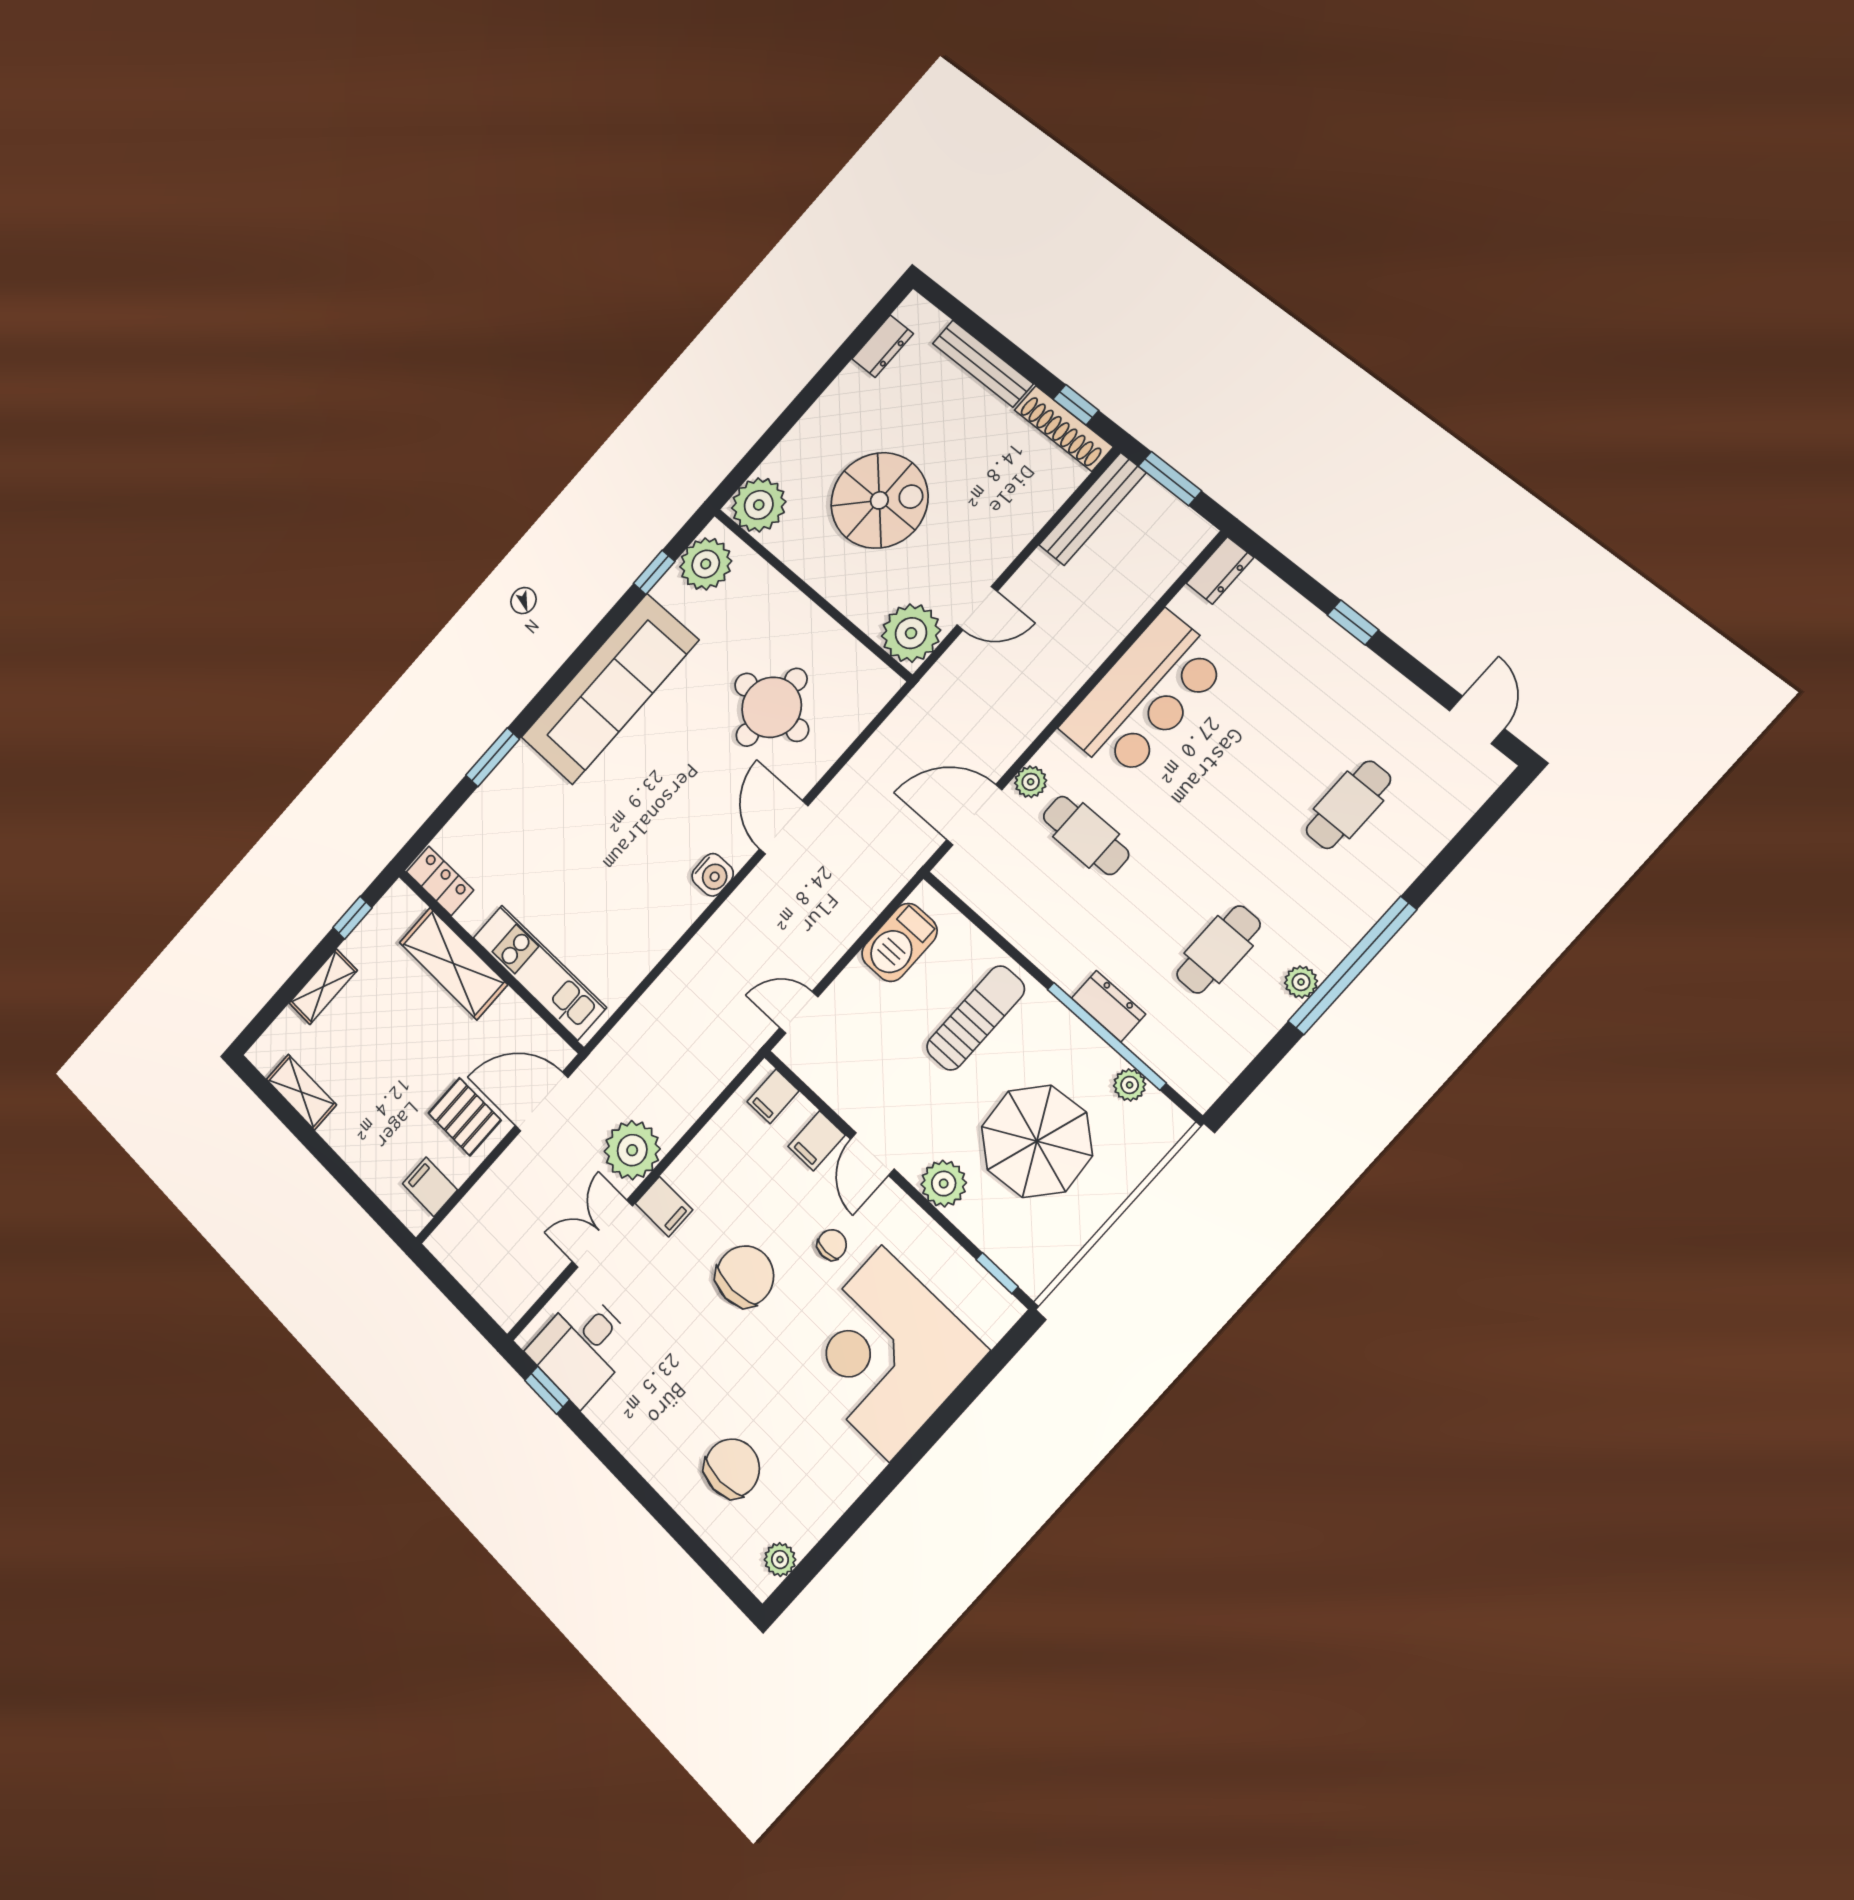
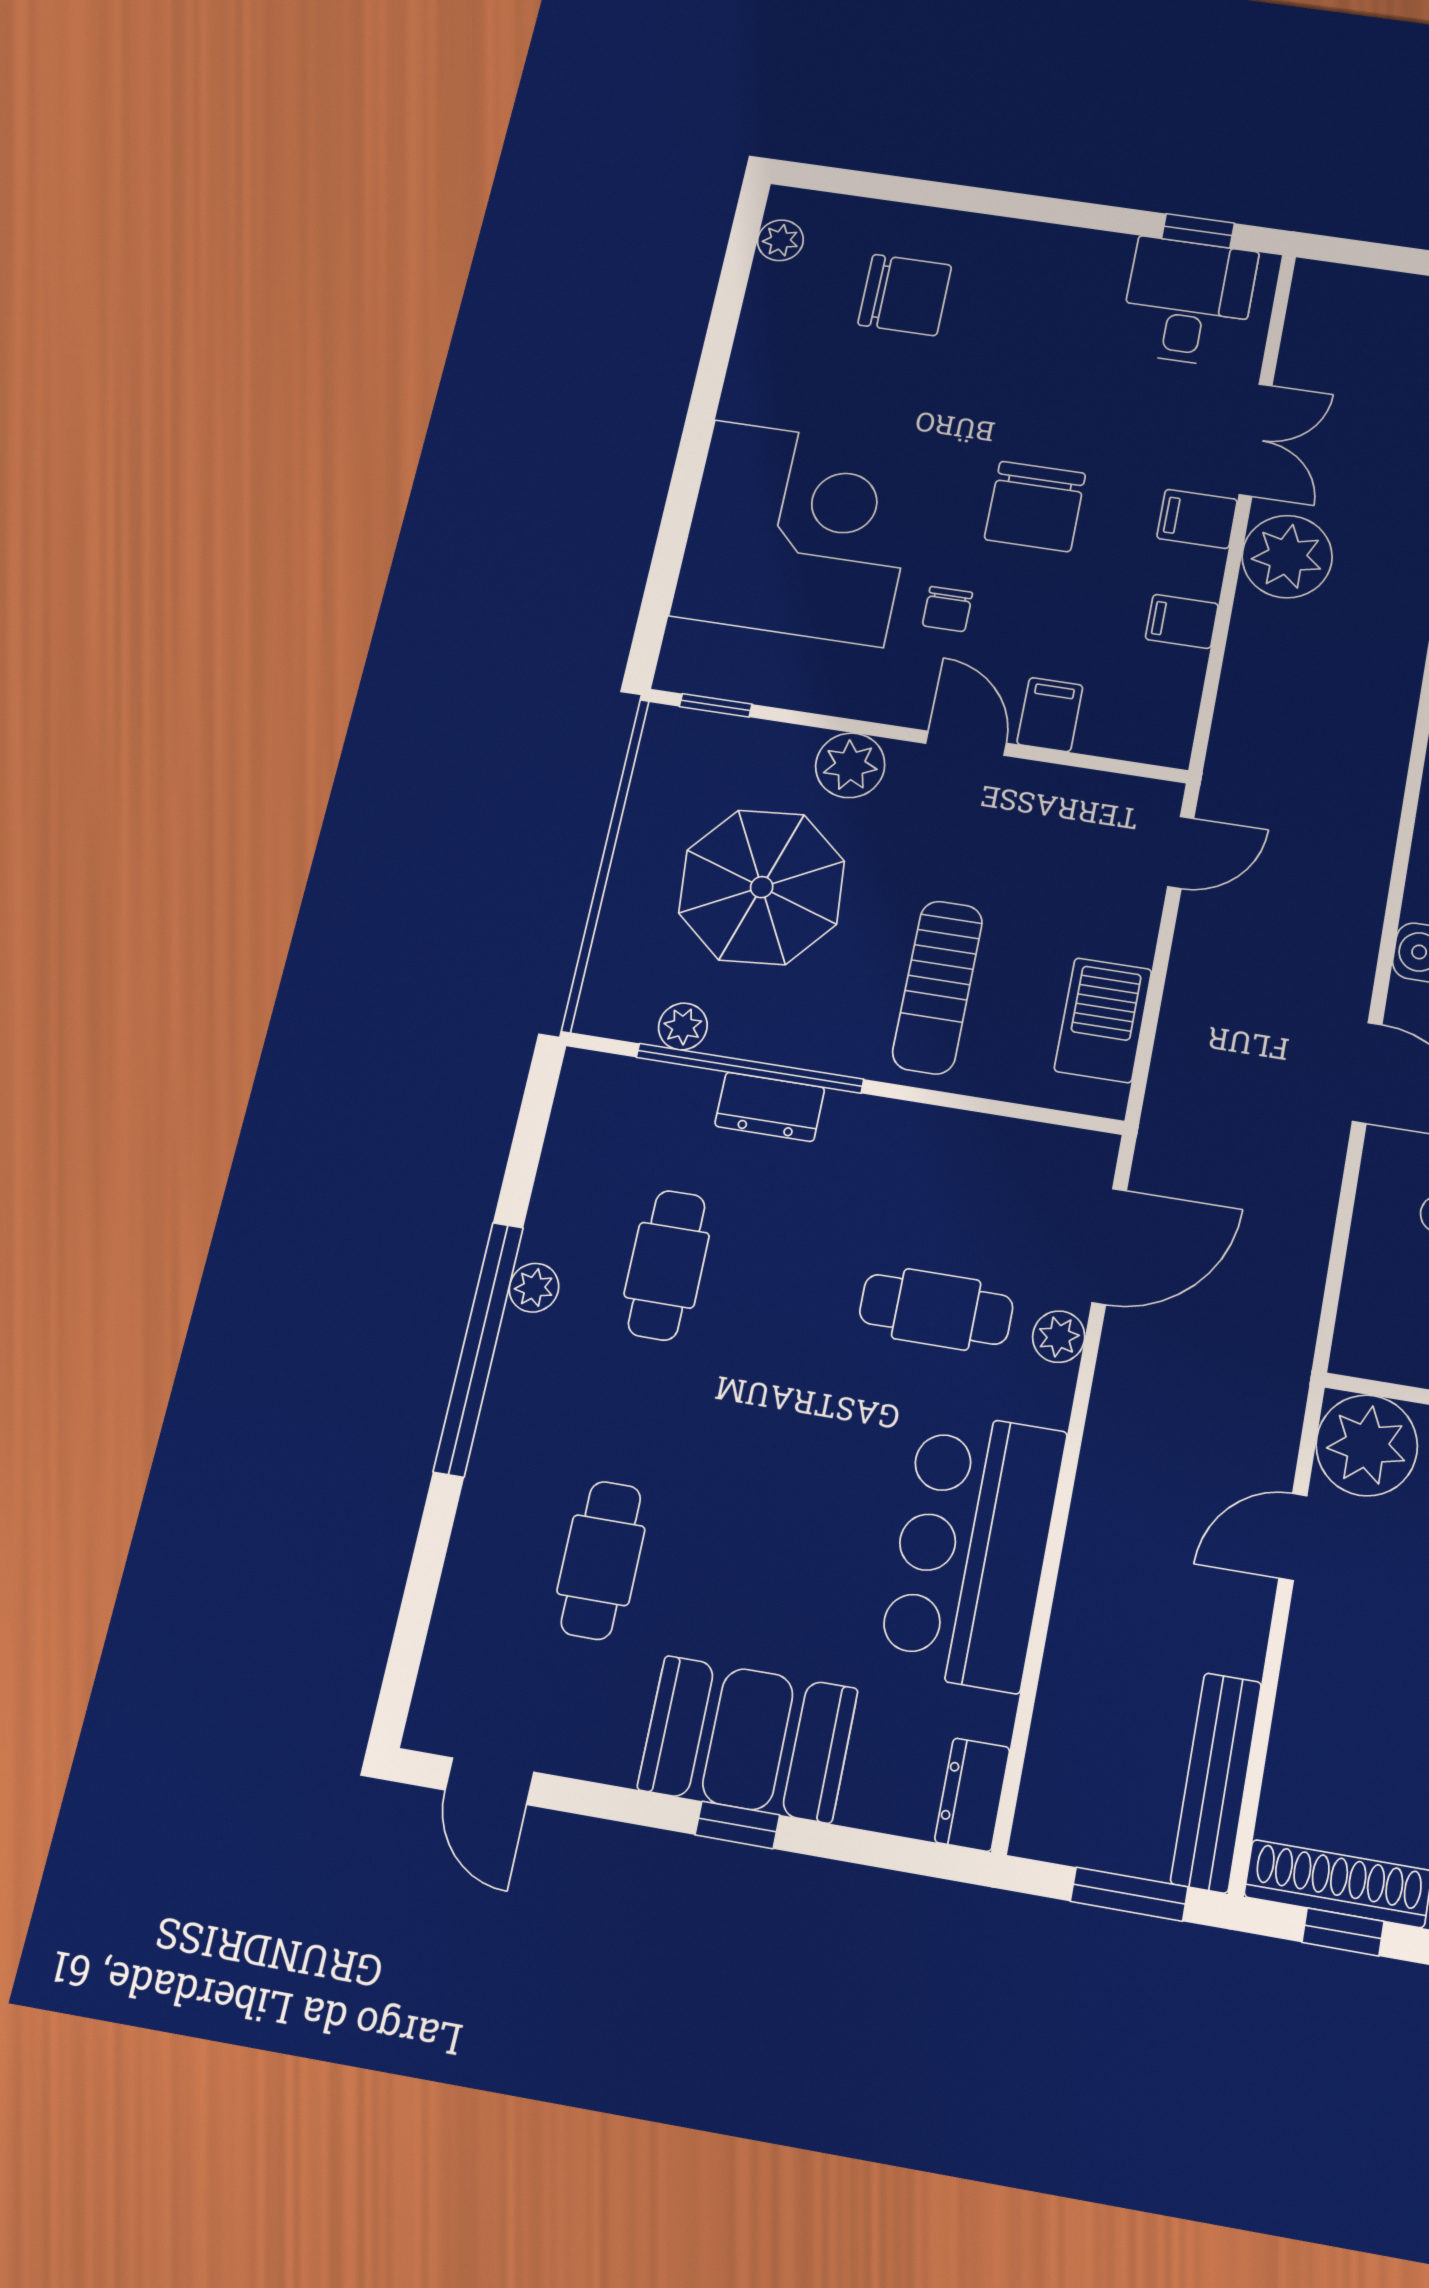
booth: (1322, 664) -> (748, 1739), added
filing cabinet: (773, 1096) -> (1182, 621), moved, turned -90
chair: (732, 1468) -> (905, 295), turned -90

